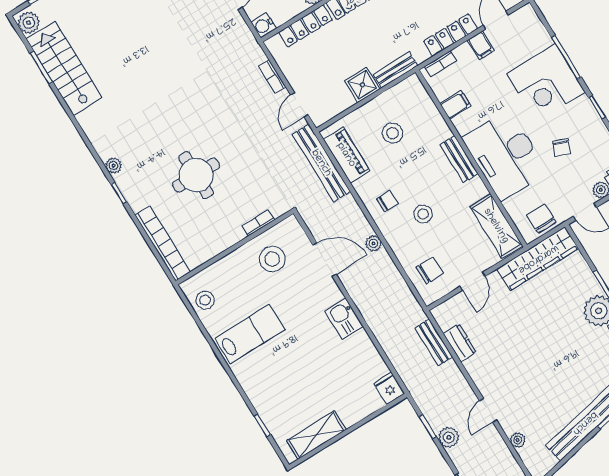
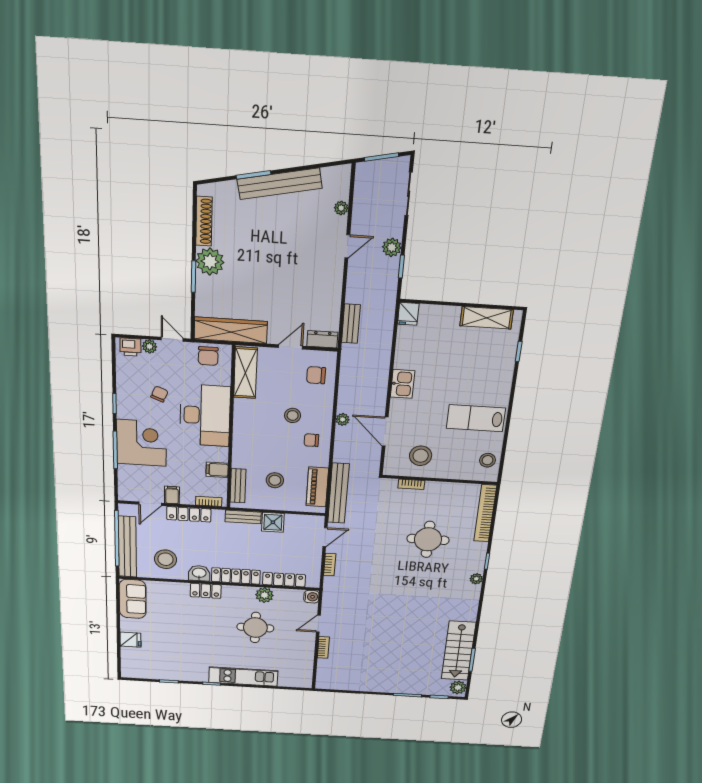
bench: (459, 159) -> (238, 486), moved
dresser: (460, 343) -> (322, 339), moved, turned 90

